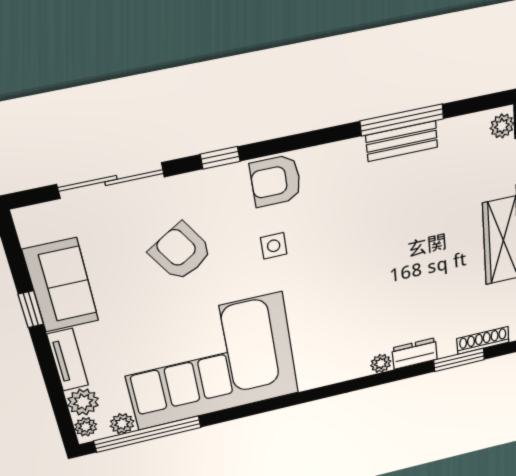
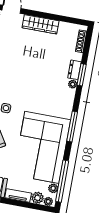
window: (459, 360) -> (82, 75), moved
window: (283, 402) -> (72, 126), added

